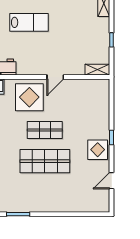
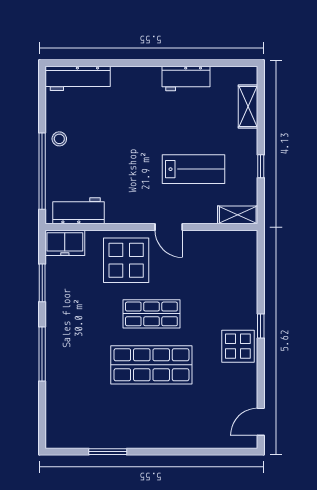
lab bench: (29, 22) -> (194, 169), moved
door: (55, 77) -> (169, 227), hinge flipped
door: (112, 181) -> (261, 422), moved

